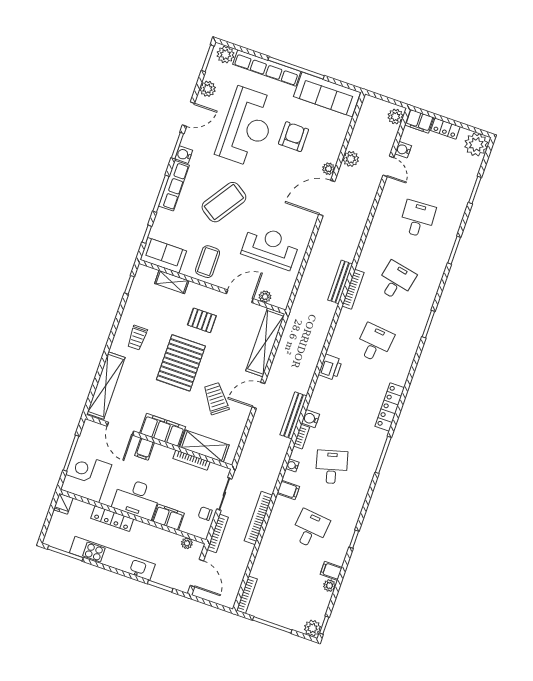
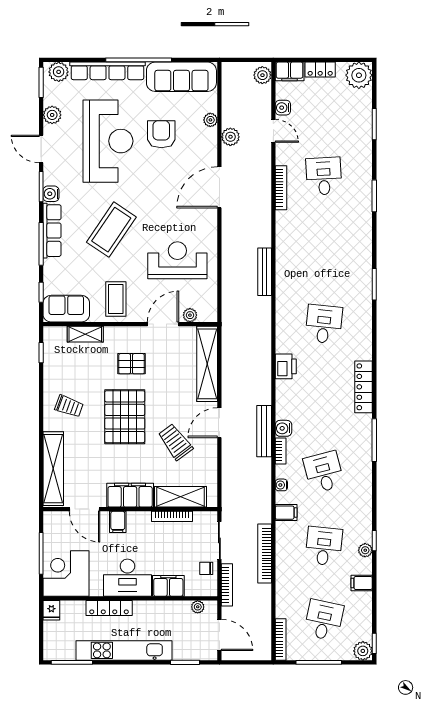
door: (188, 114) -> (41, 149), swing flipped
plant: (329, 169) -> (210, 120), moved
desk: (396, 281) -> (324, 620), moved
bookcase: (353, 289) -> (281, 188), moved
trolley: (137, 338) -> (69, 406), turned -70
plant: (329, 586) -> (365, 550), moved

